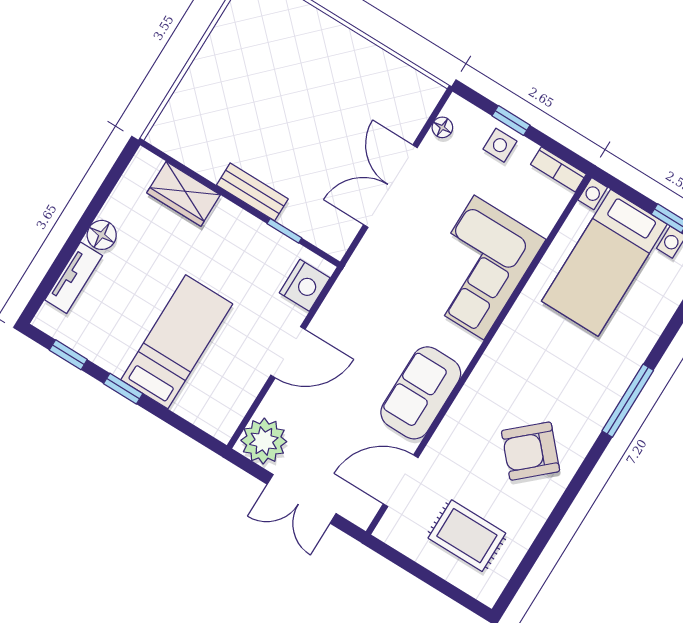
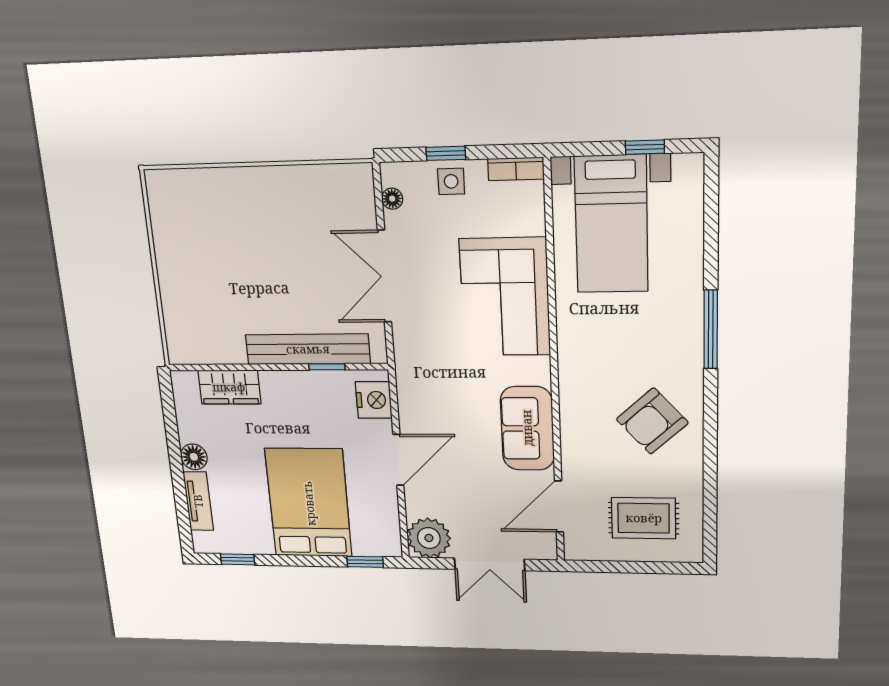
bench: (252, 192) -> (308, 349), width x1.86, depth x1.21
bed: (177, 342) -> (309, 503), width x1.50
window: (123, 389) -> (365, 562), moved

